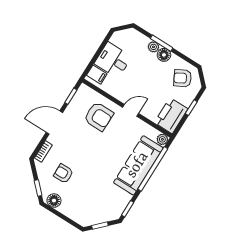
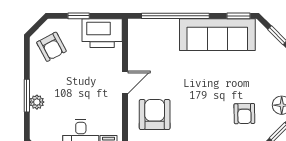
floor lamp: (164, 55) -> (38, 84), removed
door: (131, 110) -> (125, 82), swing flipped
plant: (162, 139) -> (135, 26), removed
sofa: (138, 165) -> (217, 35), moved

